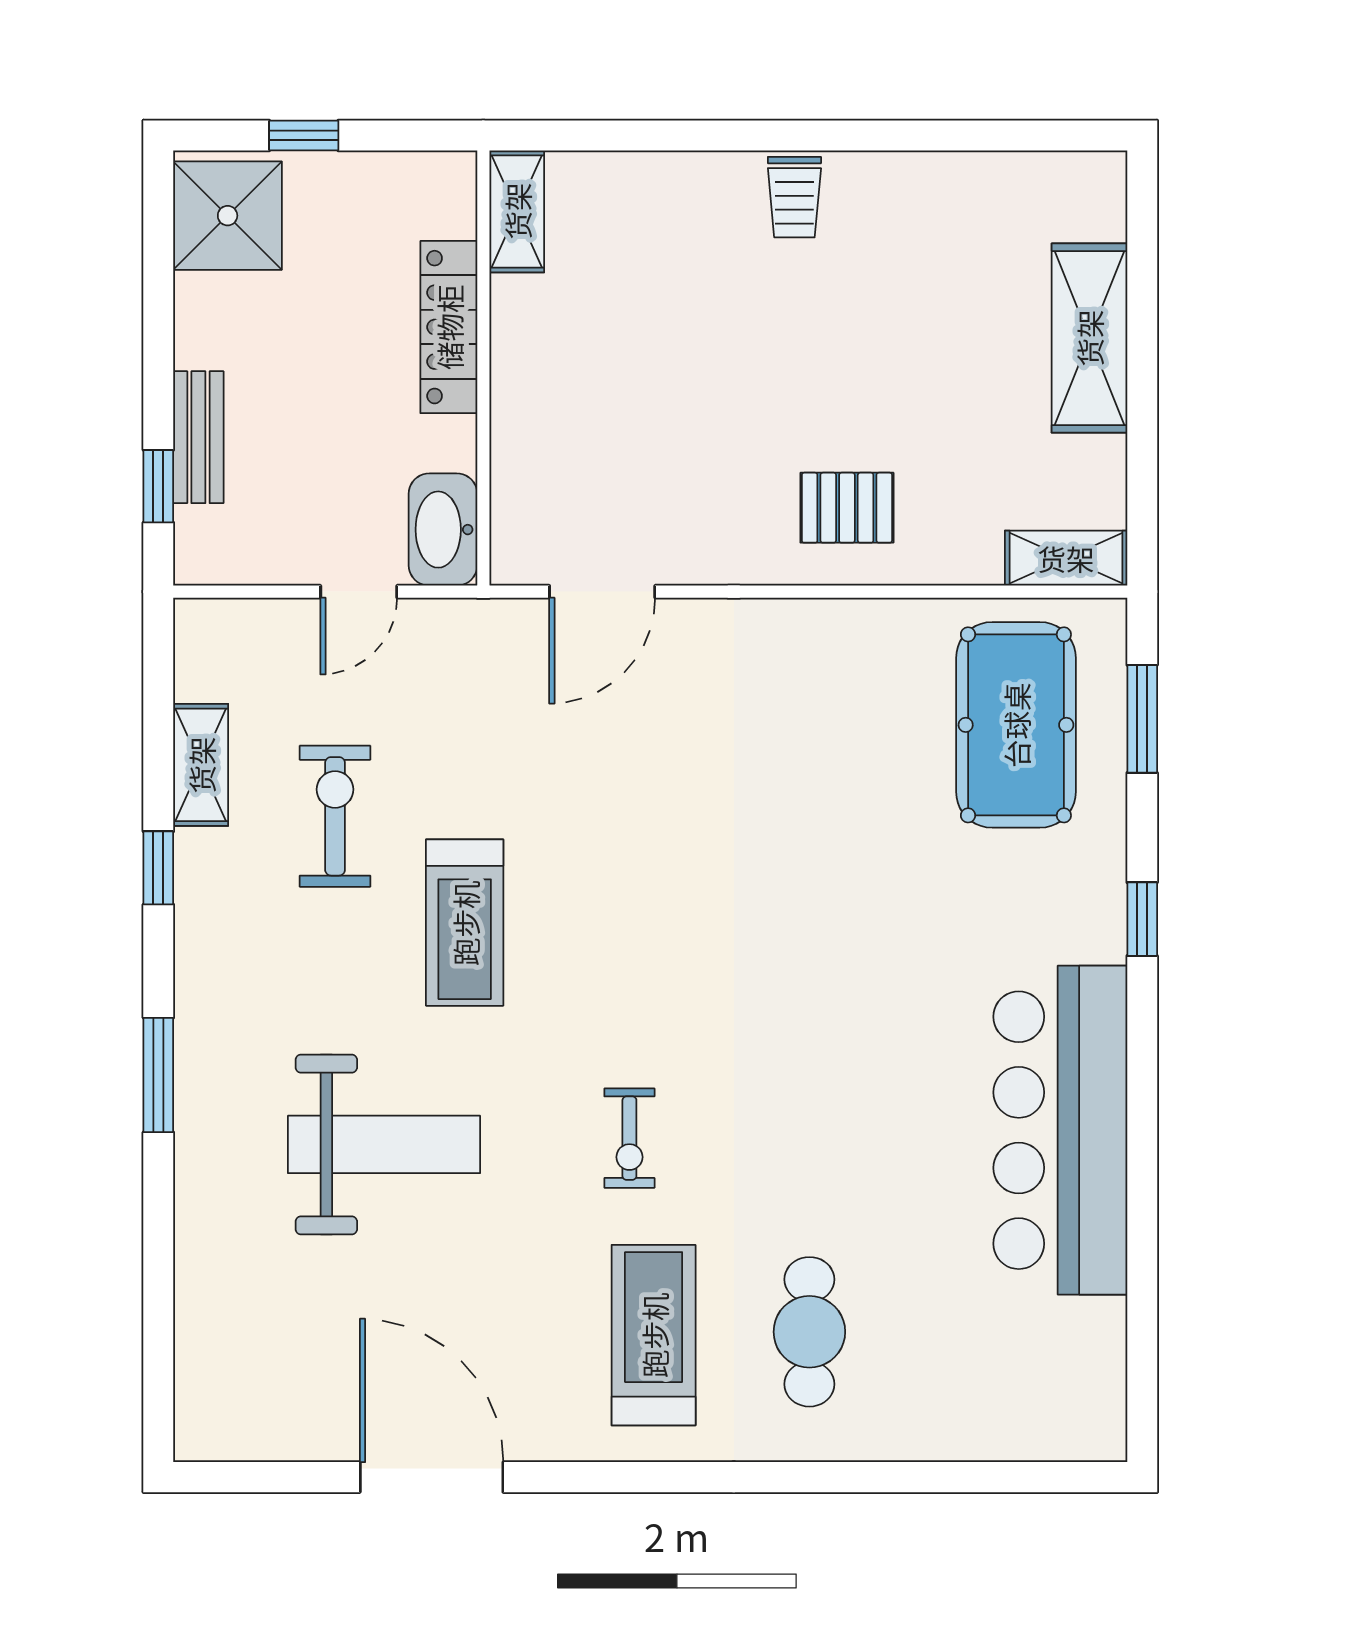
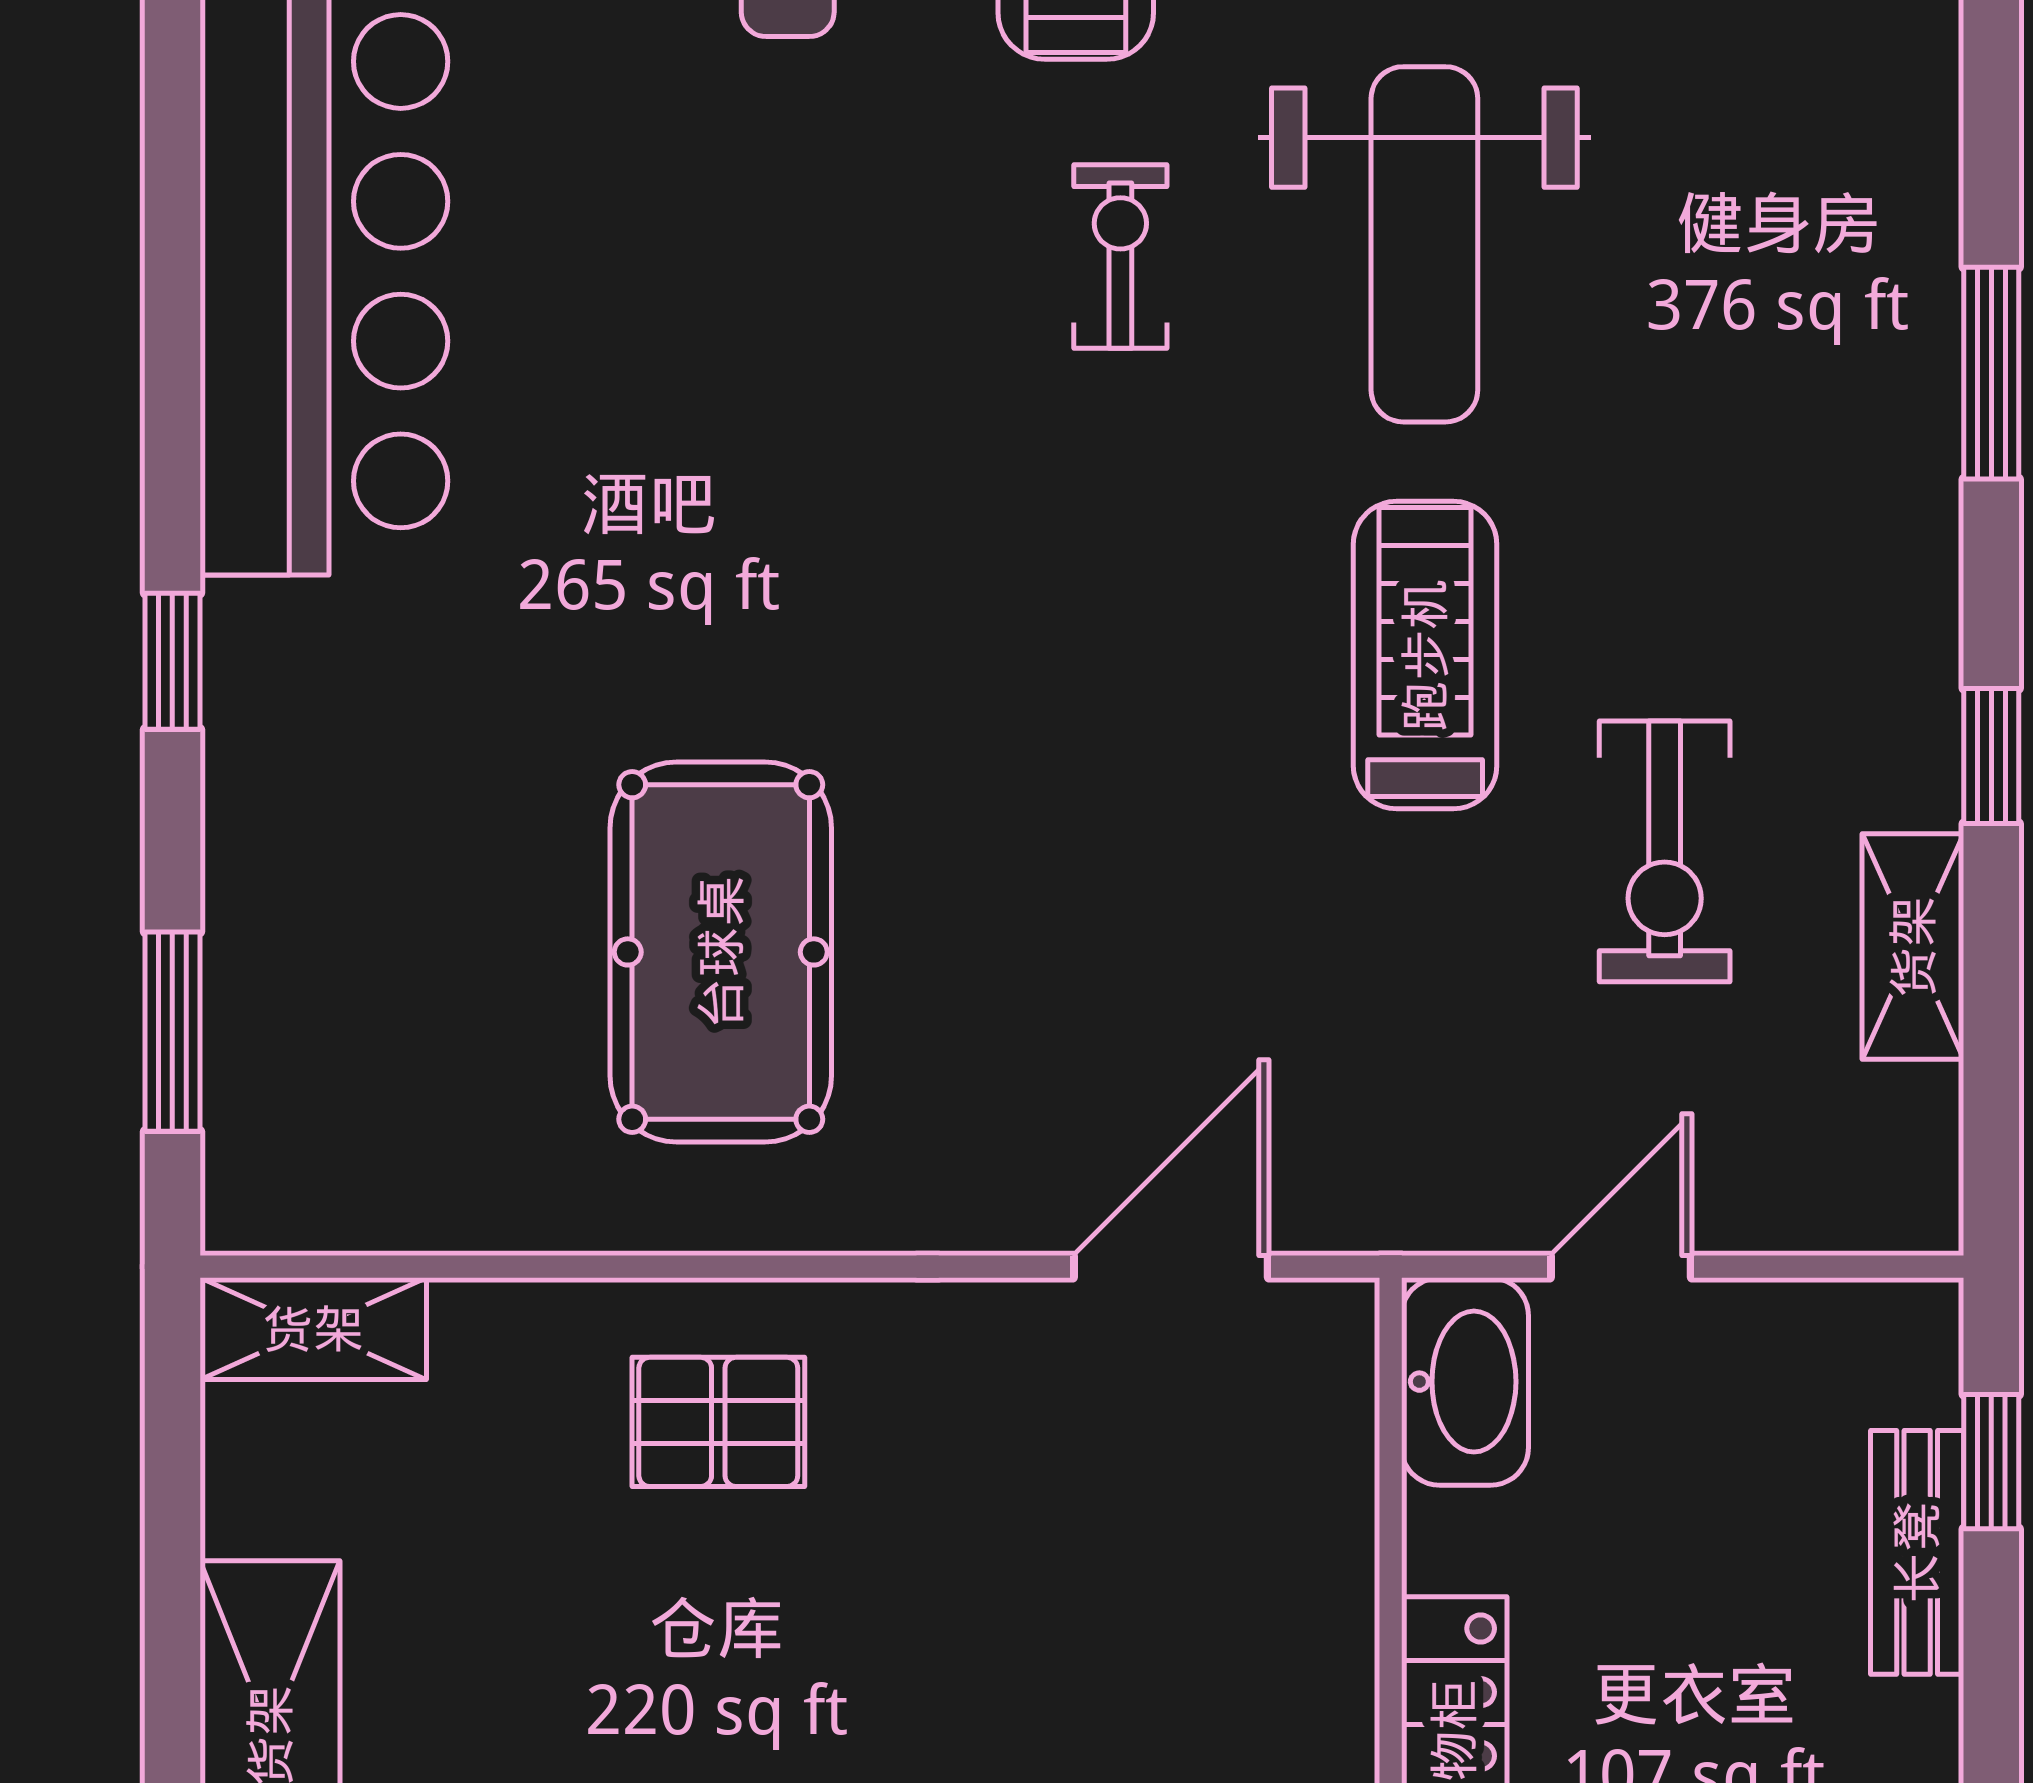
pool table: (1016, 725) -> (721, 952), moved
weight bench: (384, 1144) -> (1424, 244), moved, turned -90

